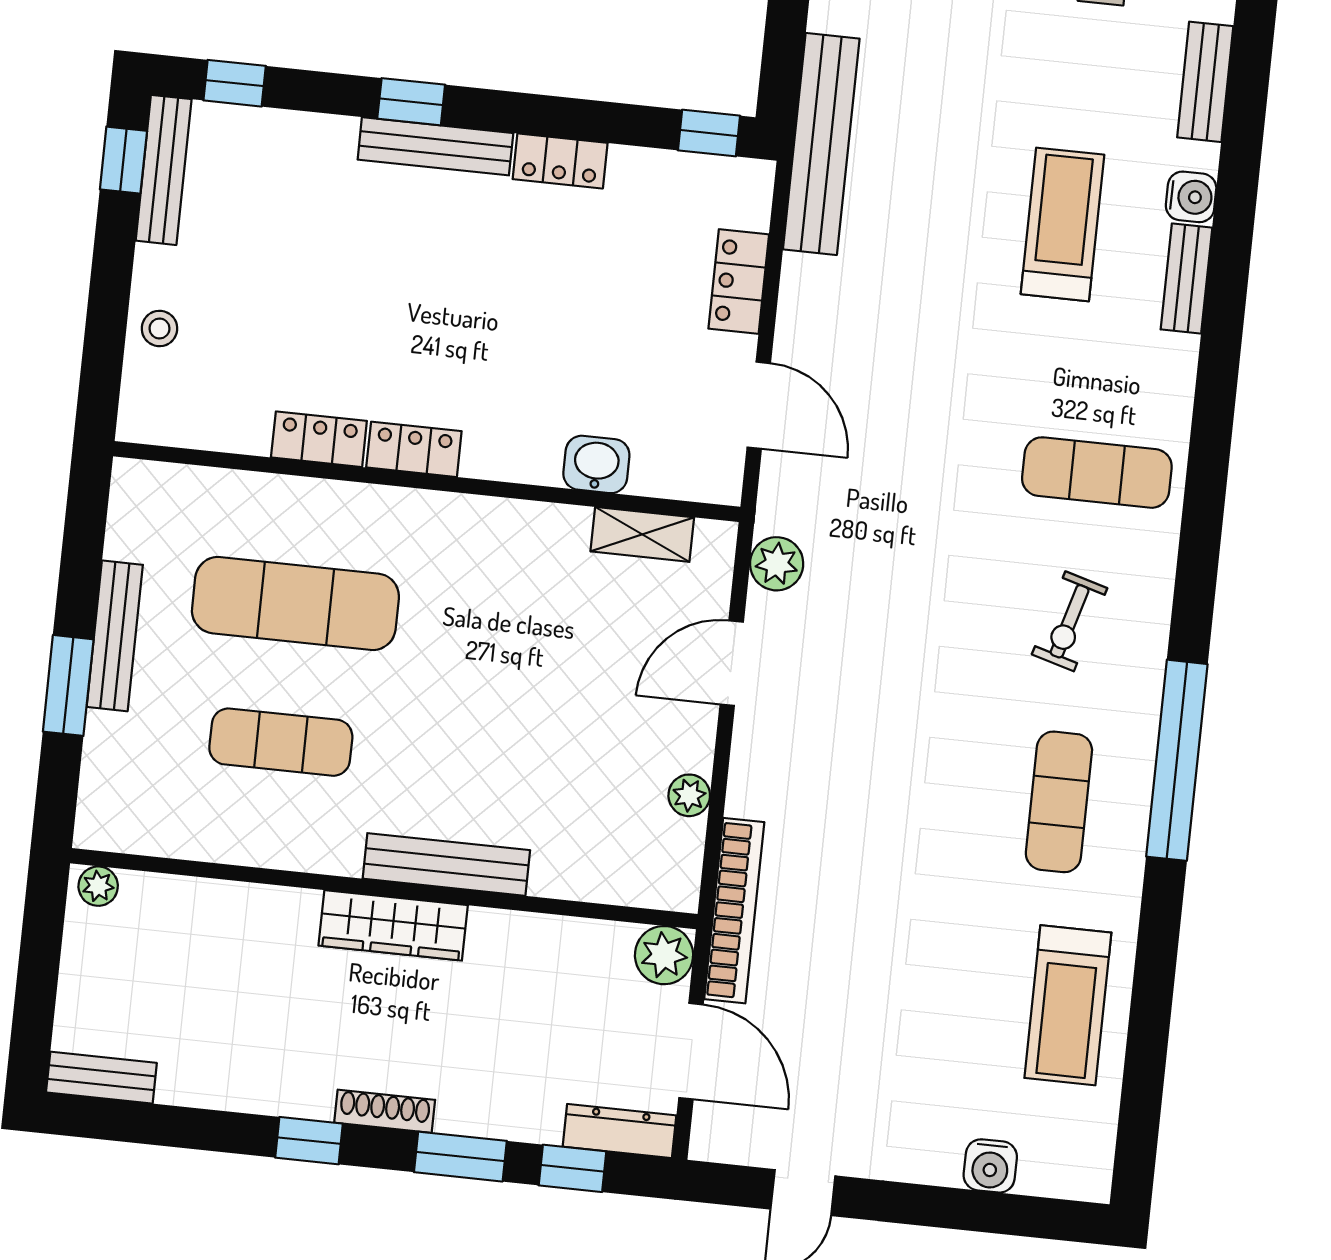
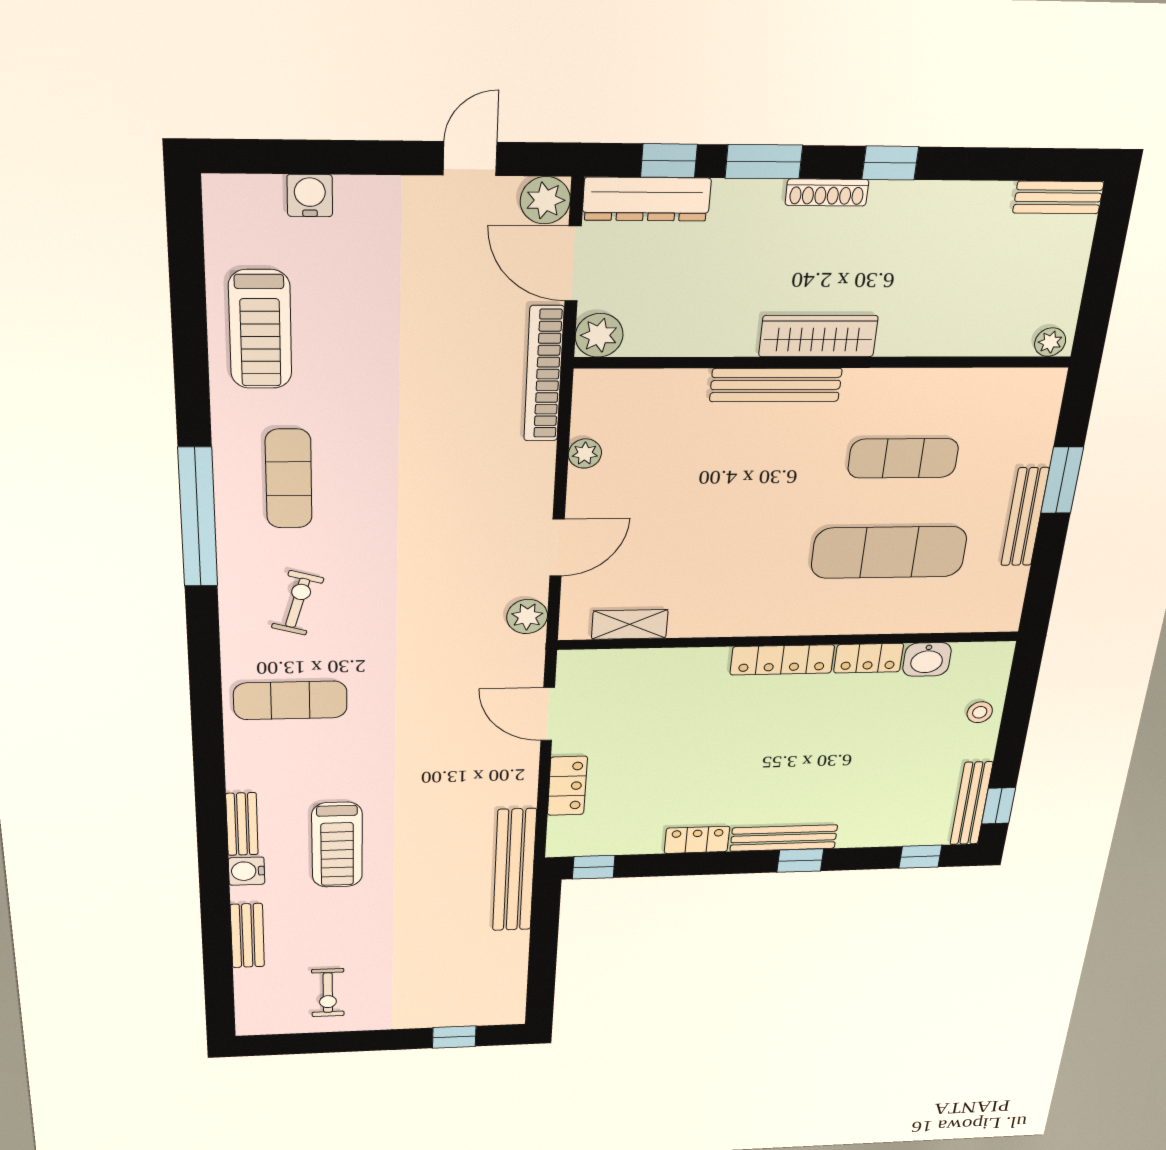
locker: (414, 449) -> (782, 660), width x1.53
washbasin: (596, 464) -> (927, 659), moved
treadmill: (1068, 1005) -> (260, 330), turned 180
dresser: (620, 1131) -> (647, 199), width x1.37, depth x1.24
plant: (719, 1134) -> (545, 200), added

